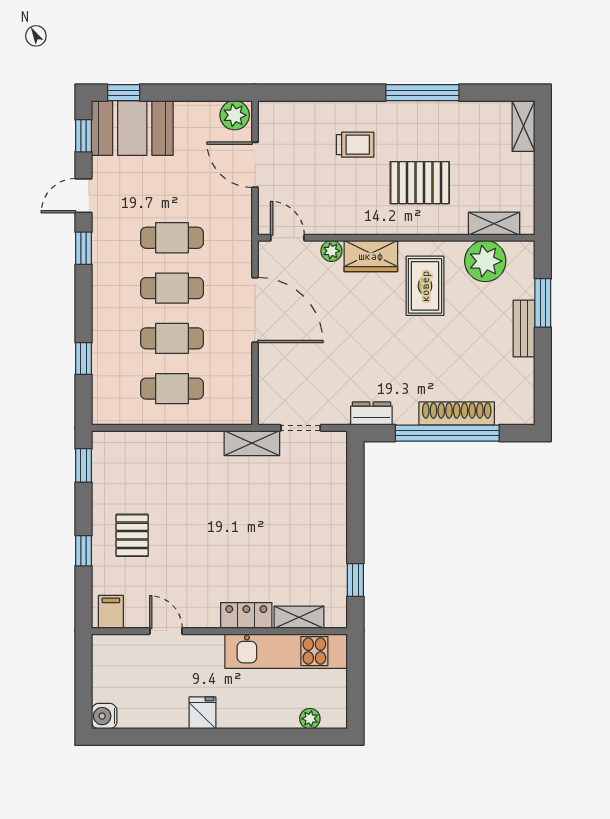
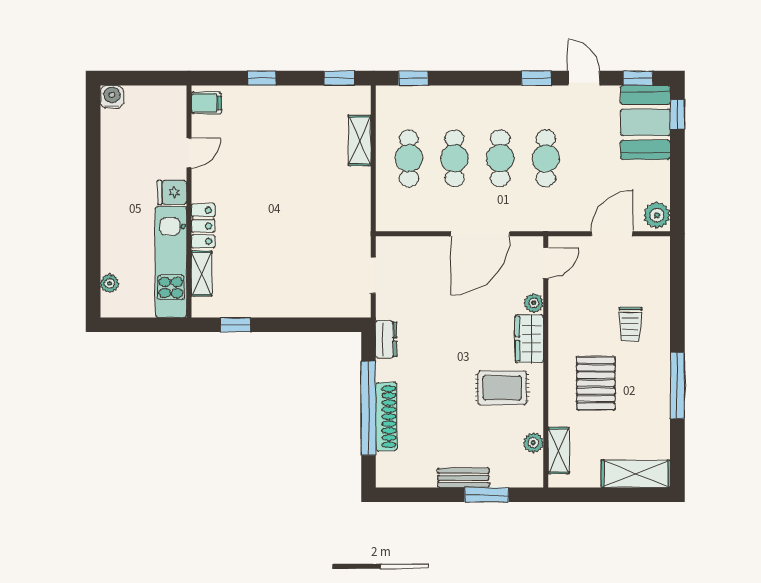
shelving: (523, 126) -> (636, 474), width x1.50, depth x1.33
plant: (485, 261) -> (533, 443), width x0.53, depth x0.53
window: (84, 358) -> (413, 78), moved
shelving: (252, 443) -> (360, 140), moved
pallet: (132, 535) -> (276, 122), removed
fridge: (203, 713) -> (172, 192), moved, turned 180

